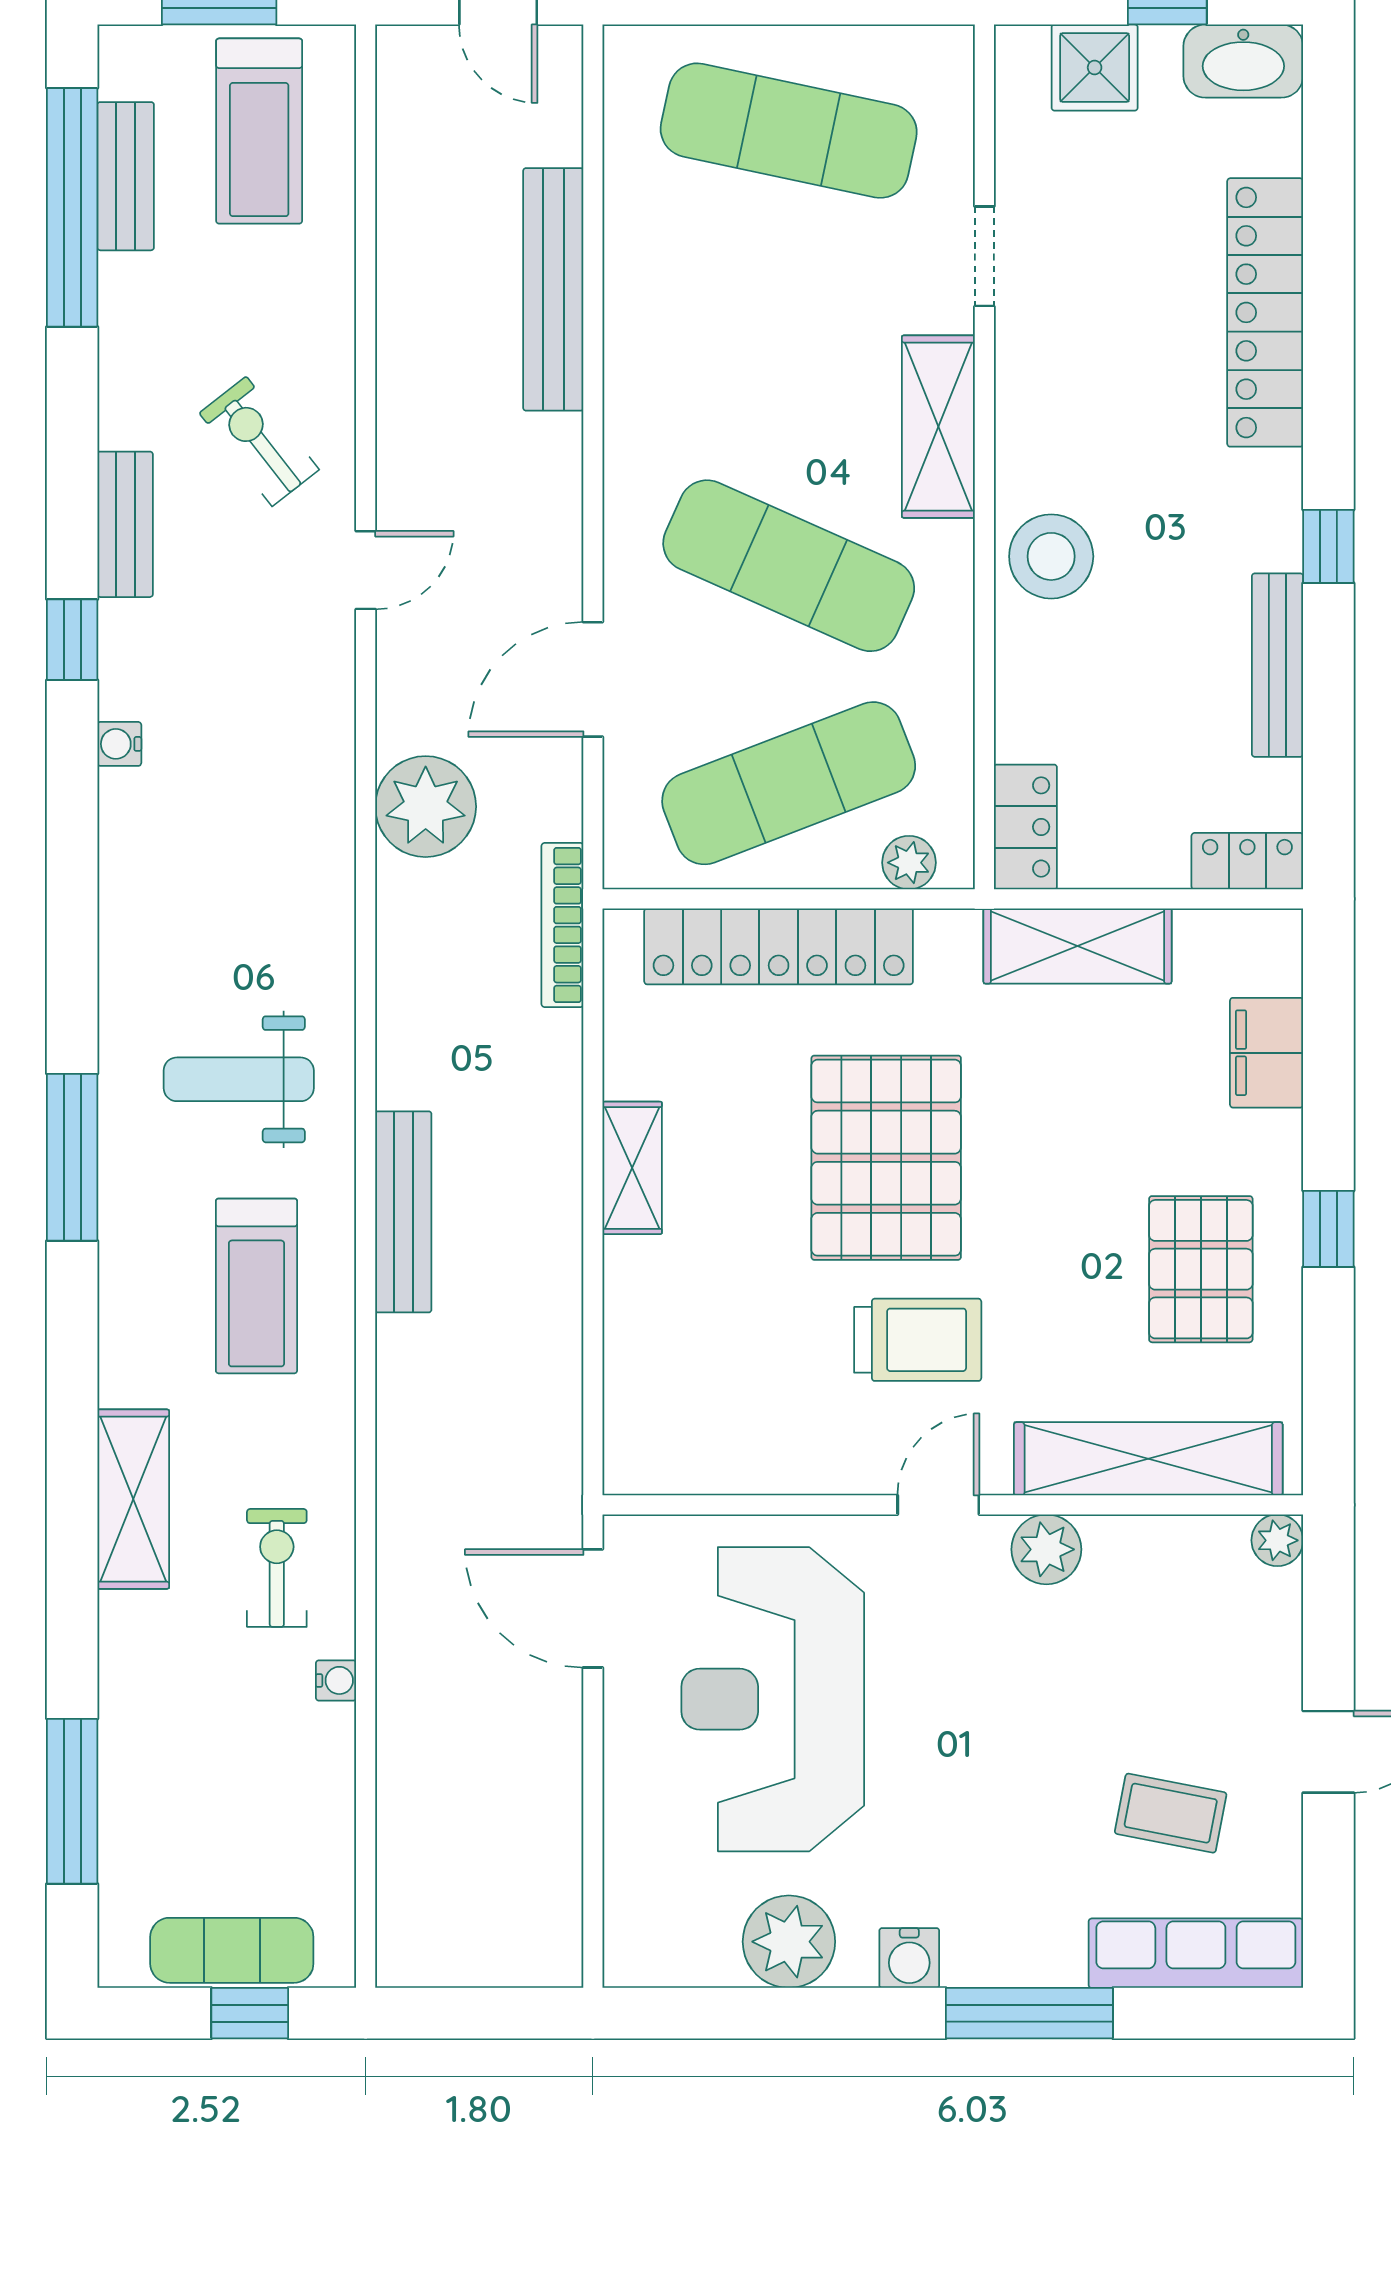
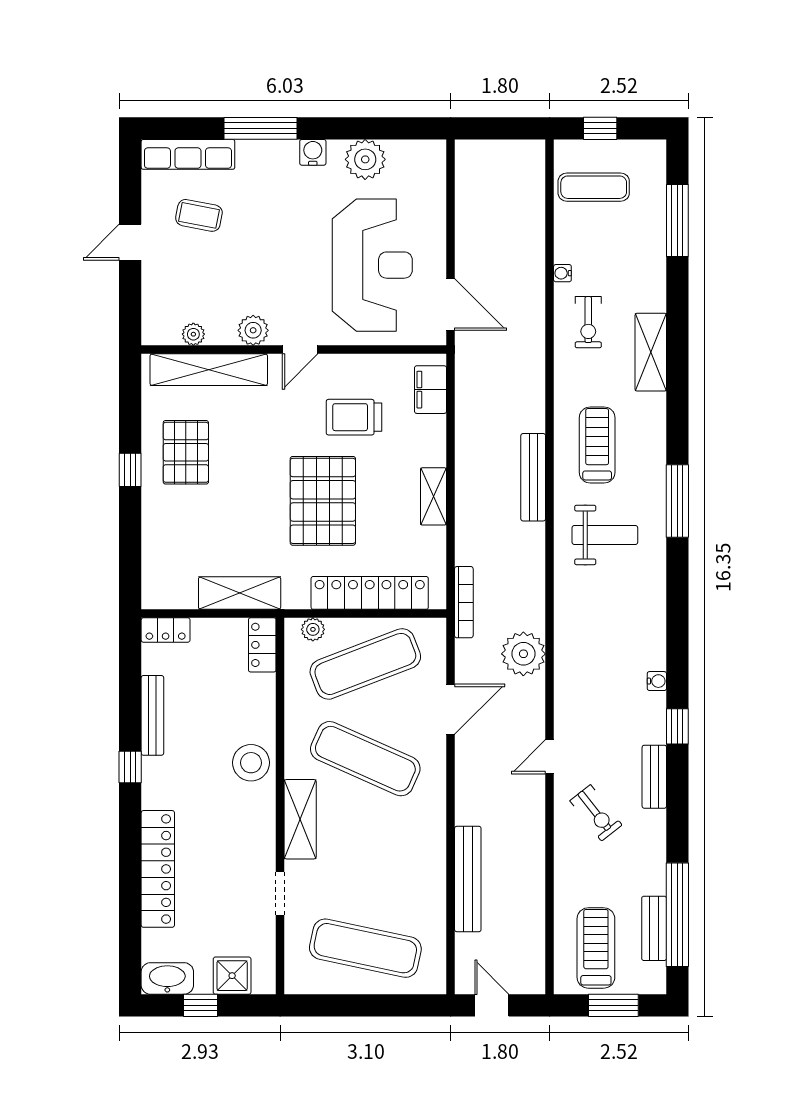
filing cabinet: (1267, 1053) -> (431, 390), moved, turned 180
trolley: (918, 1340) -> (354, 417), moved
plant: (1277, 1540) -> (193, 334), moved
exercise mat: (232, 1950) -> (594, 187), moved

